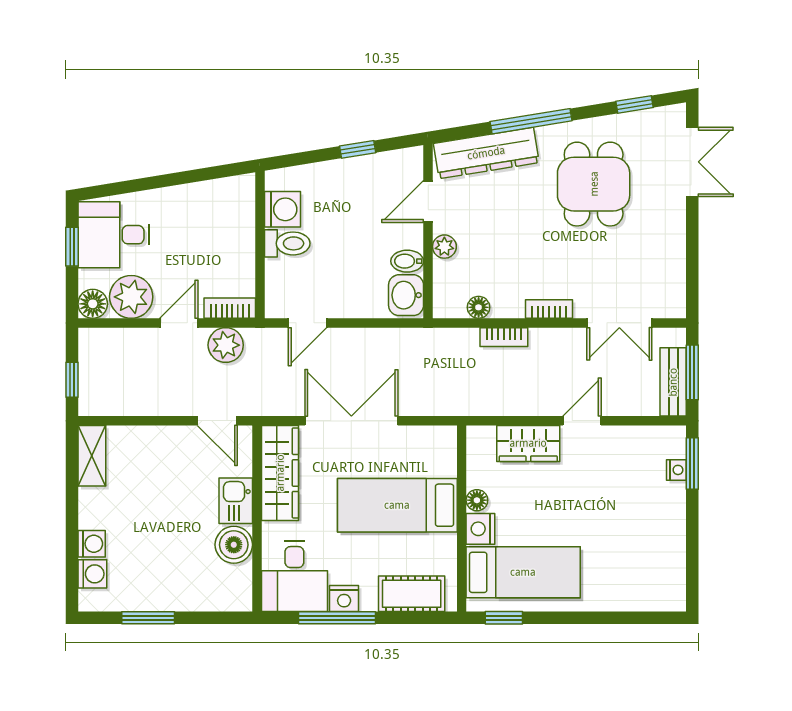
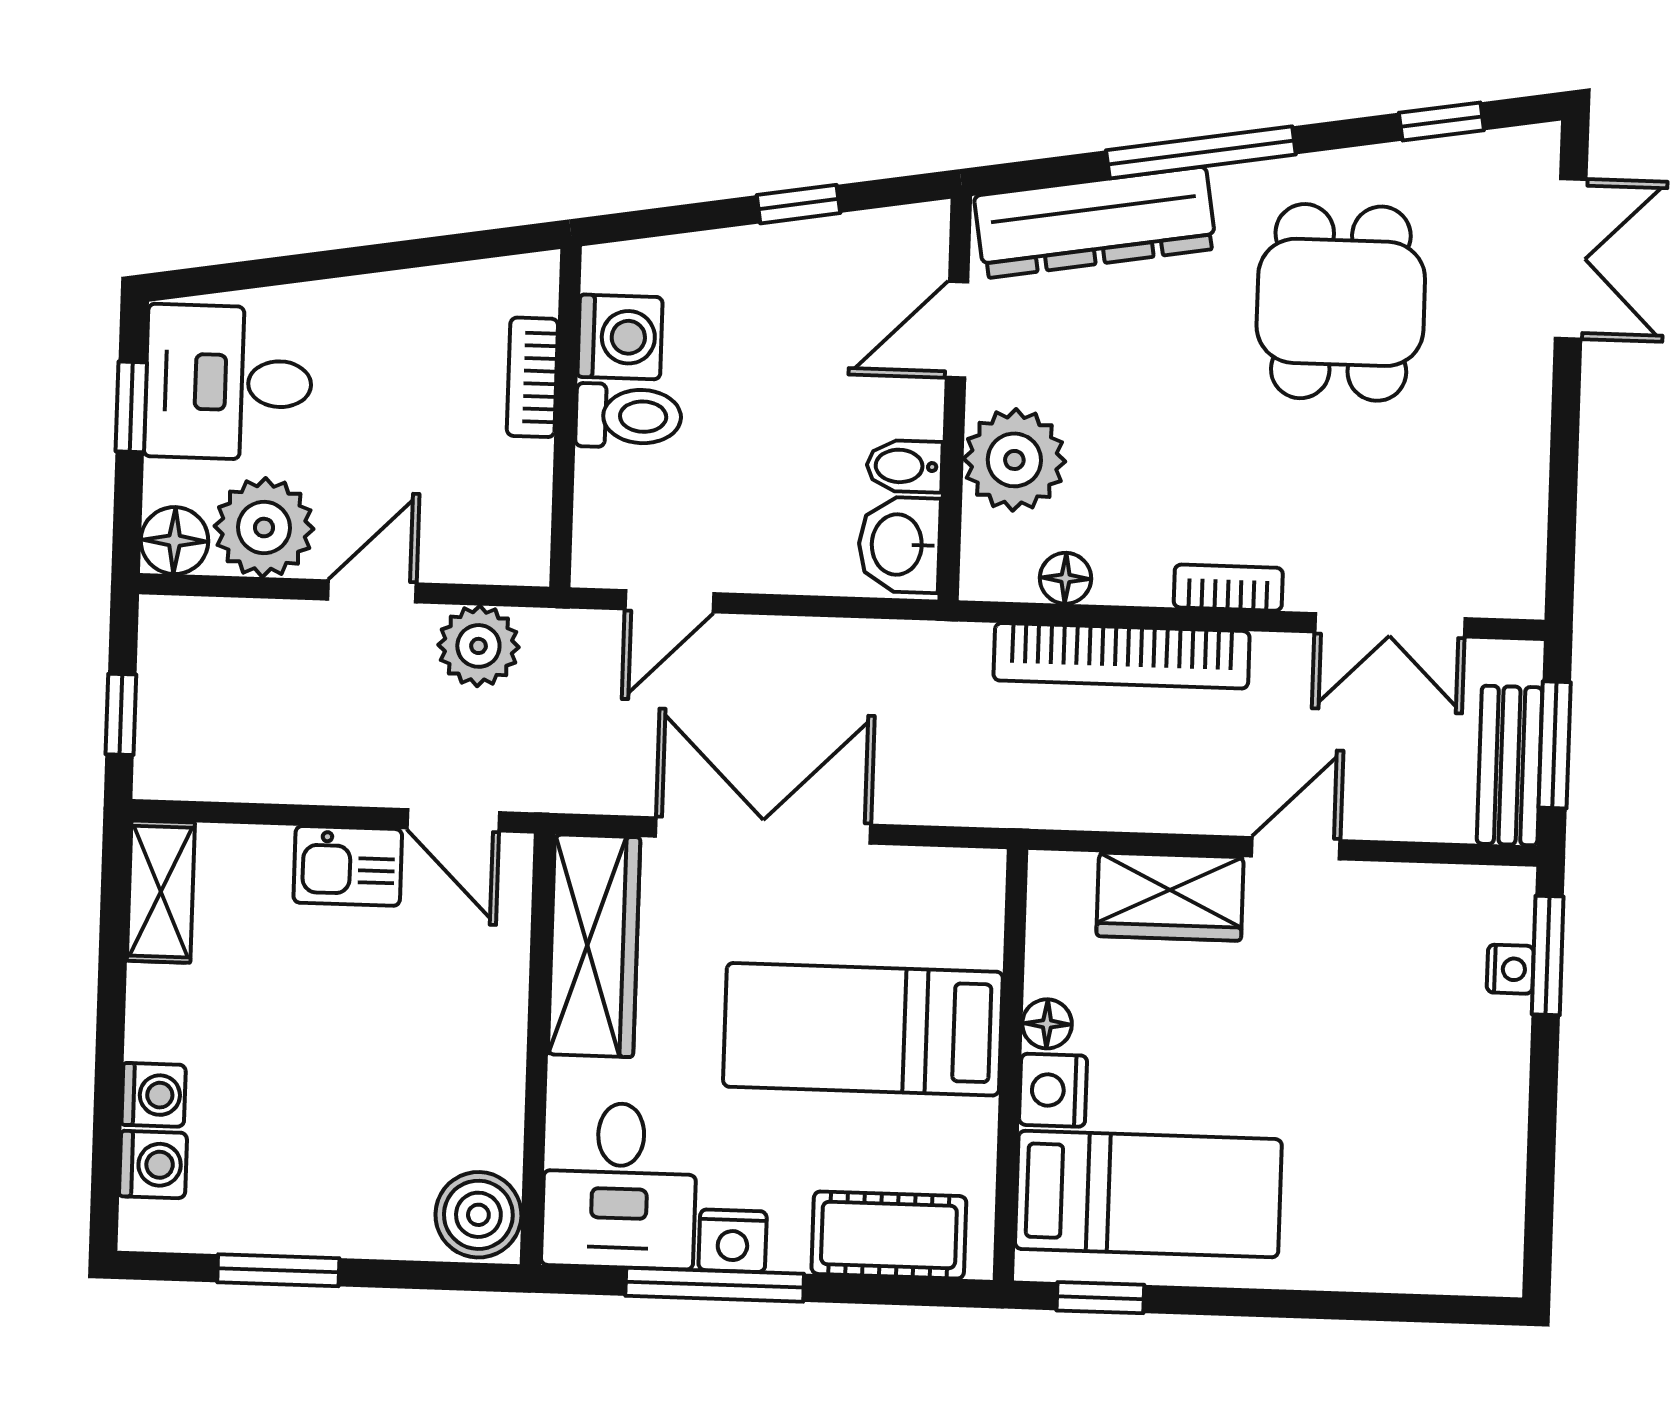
plant: (444, 247) -> (1014, 460), width x1.88, depth x1.88
bookcase: (230, 308) -> (532, 377), moved, turned -90
bookcase: (504, 337) -> (1122, 656), width x2.31, depth x1.31
kitchen sink: (236, 501) -> (348, 866), moved, turned -90
boiler: (234, 545) -> (478, 1215), moved

